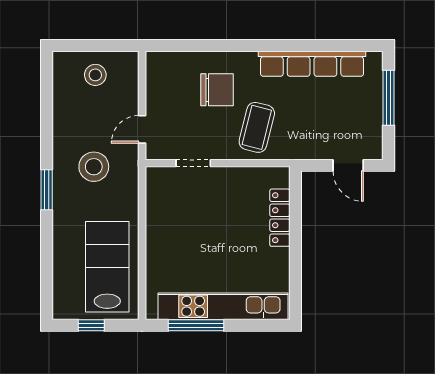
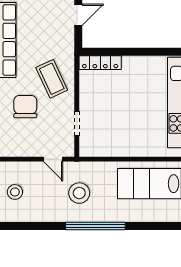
coffee table: (257, 127) -> (52, 79), turned 51
window: (47, 190) -> (95, 226), width x2.11
locker: (280, 218) -> (100, 63), moved

